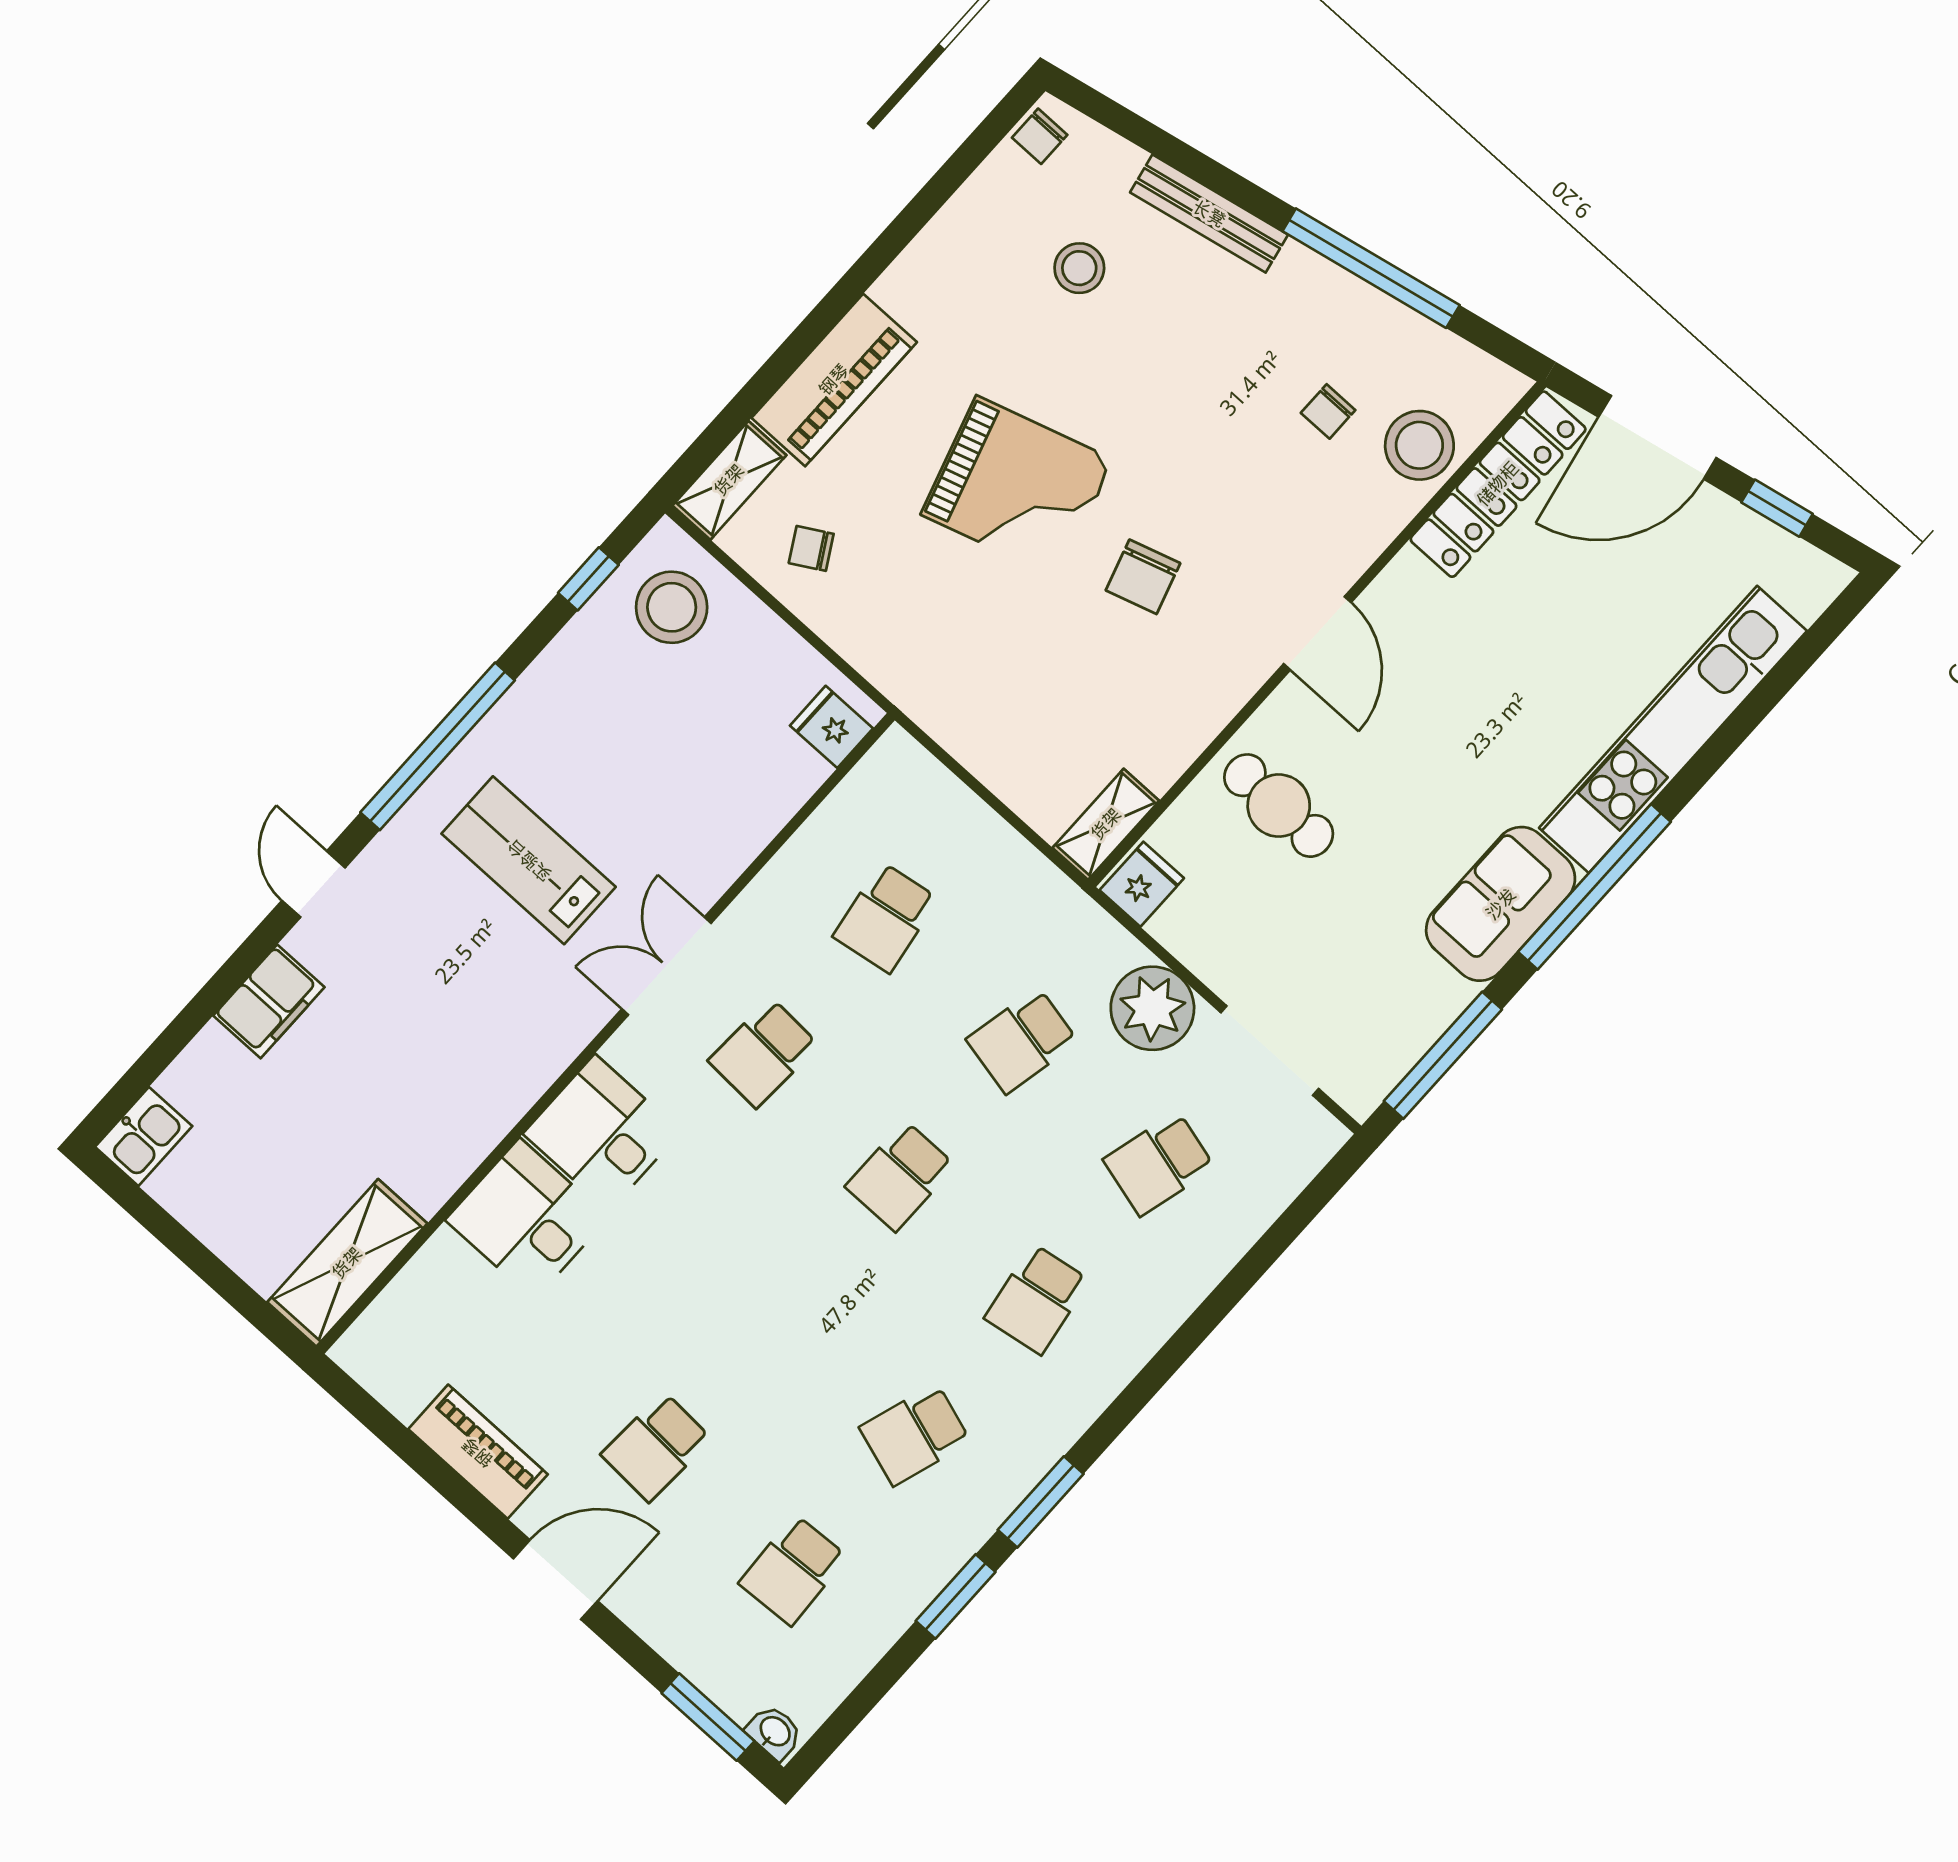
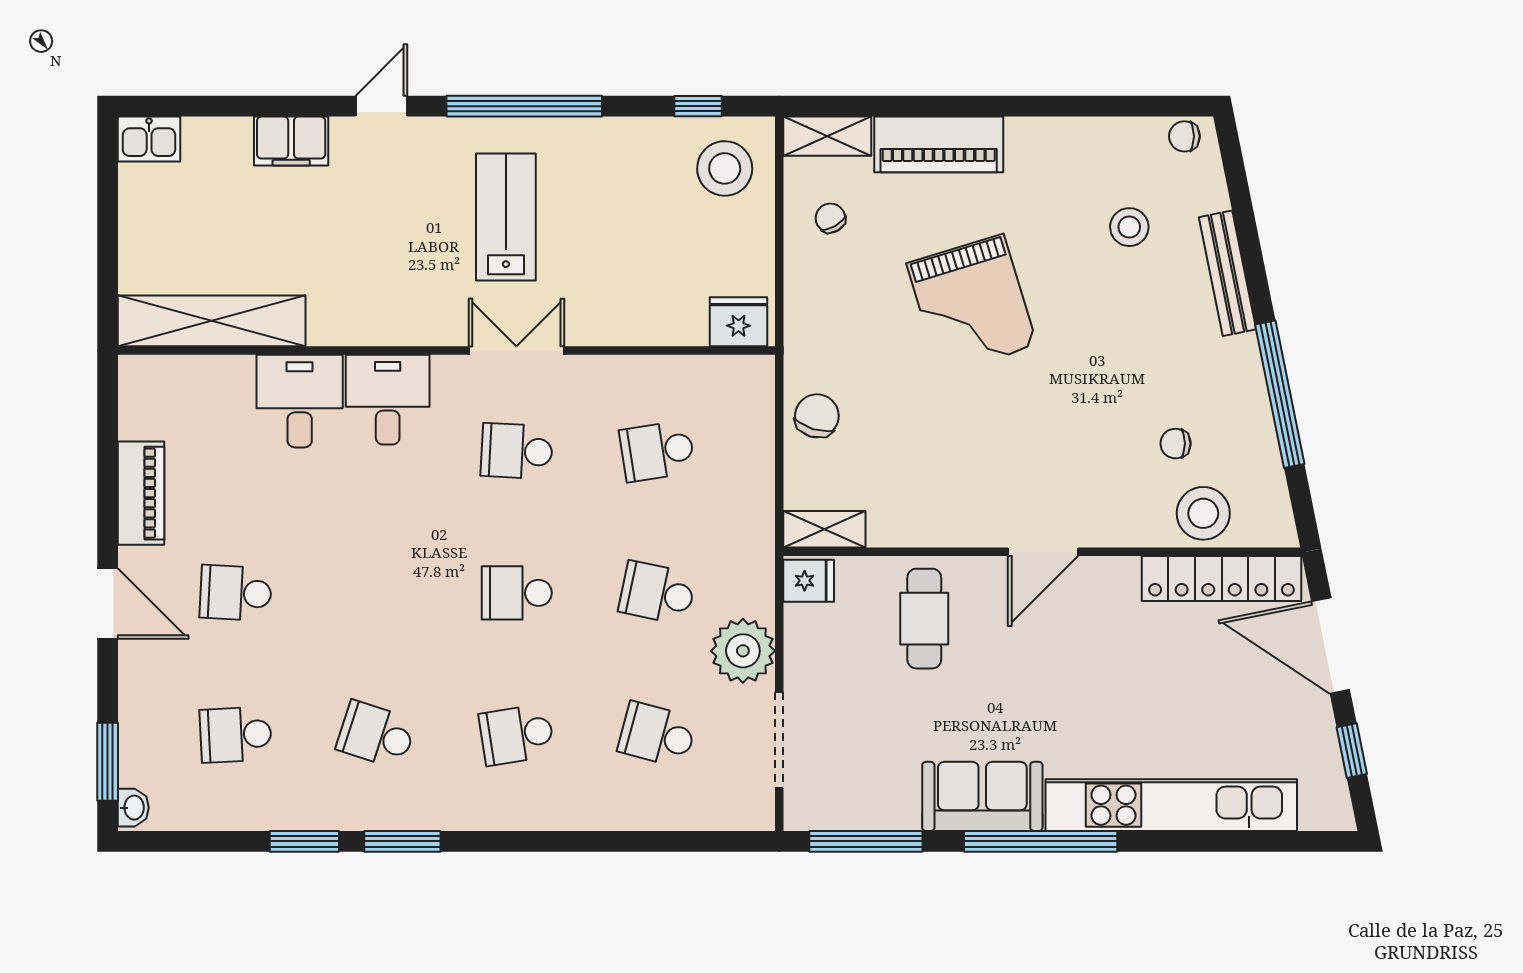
chair: (1143, 577) -> (817, 416), moved, turned 124
fridge: (831, 727) -> (739, 322), width x1.38
shelving: (347, 1263) -> (212, 321), width x1.47

